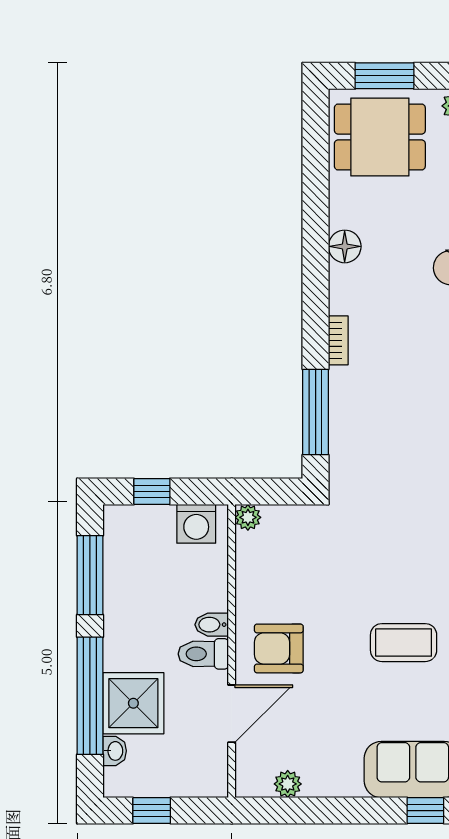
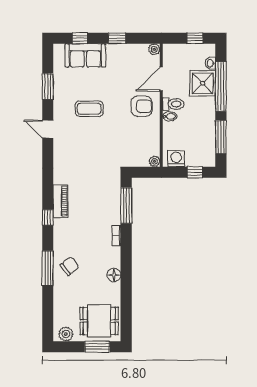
plant: (288, 784) -> (154, 49), moved
window: (337, 811) -> (117, 38), added

